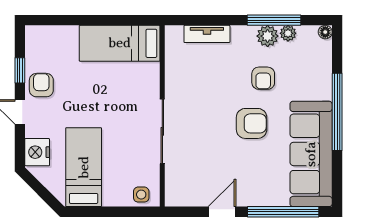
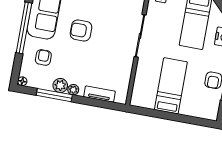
plant: (288, 33) -> (73, 90), moved
bed: (120, 43) -> (171, 86), moved, turned -90
armchair: (263, 78) -> (43, 57), moved

